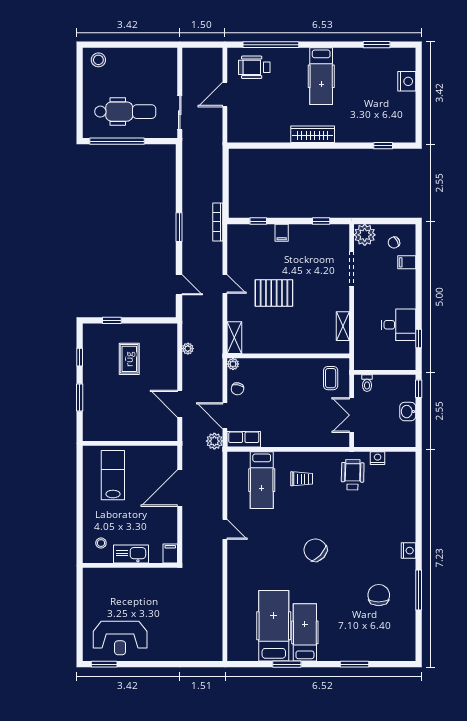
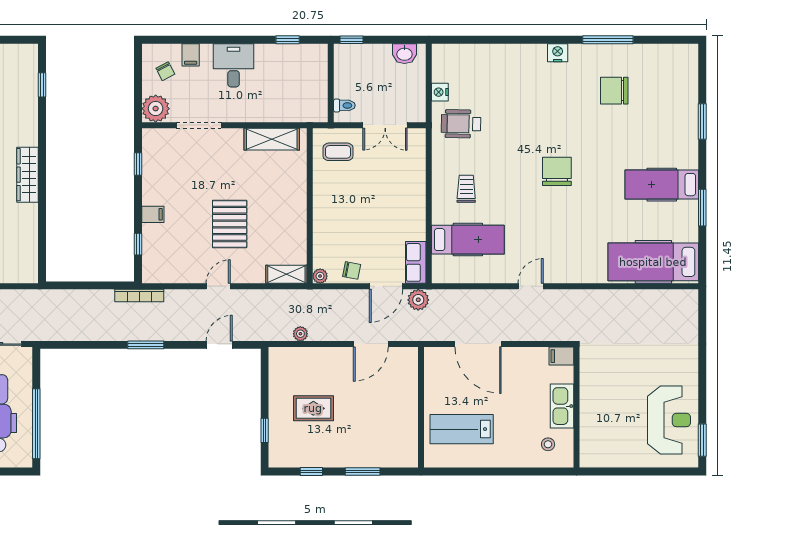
desk: (399, 325) -> (234, 65), moved
shelving: (343, 326) -> (272, 139), width x1.50, depth x1.33
washbasin: (408, 412) -> (404, 54), moved
chair: (315, 550) -> (557, 171), turned 137
hospital bed: (274, 626) -> (653, 262), moved

